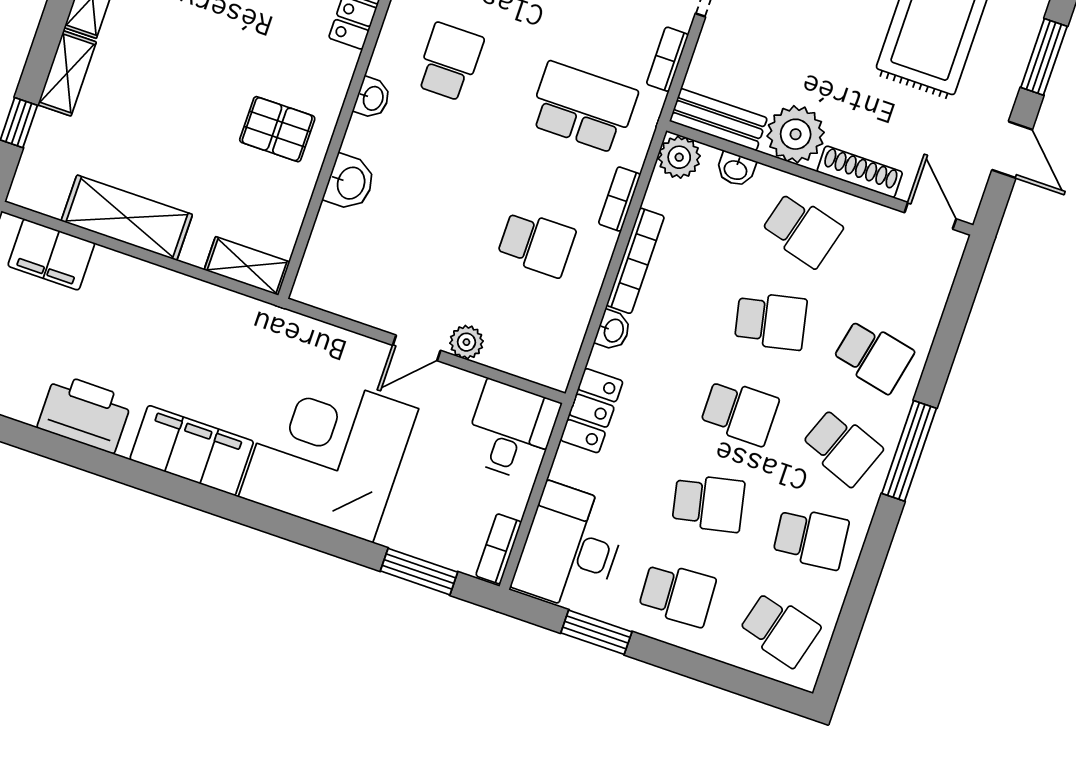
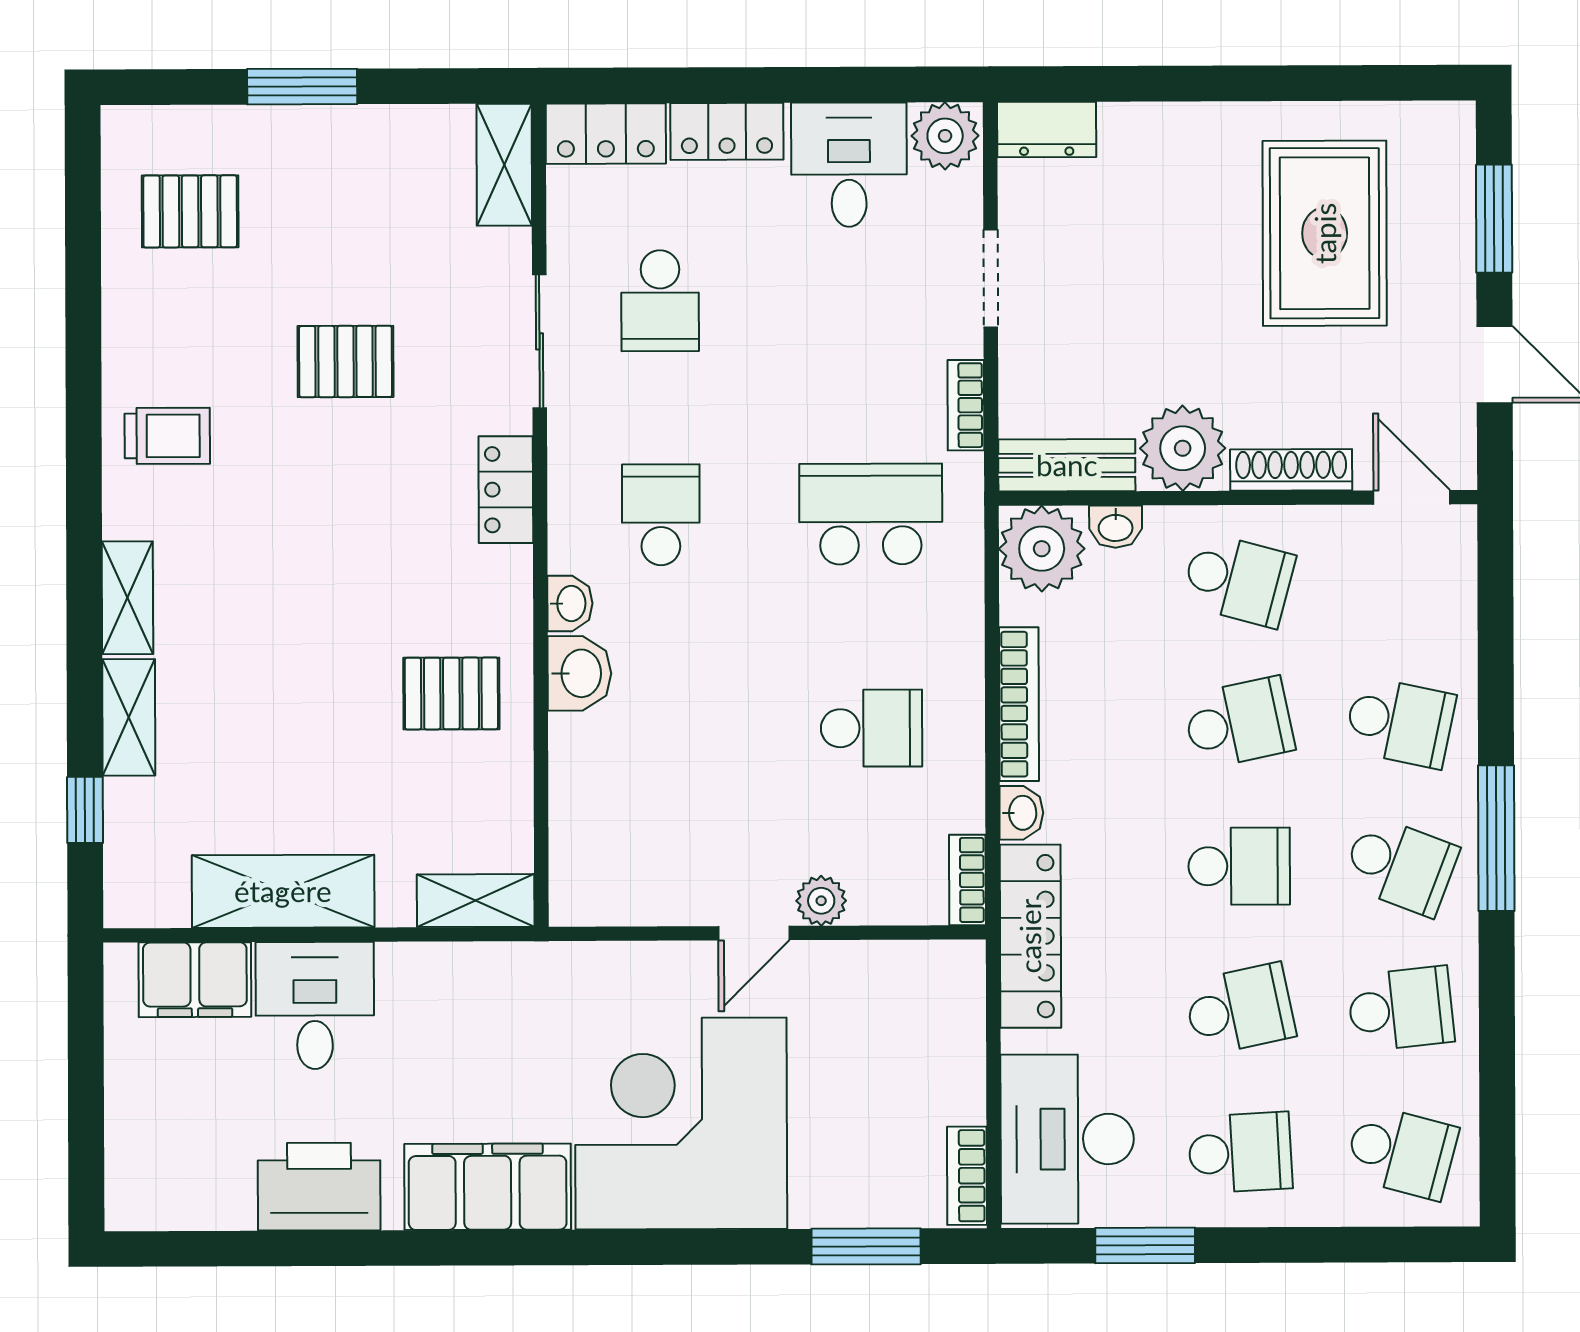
plant: (679, 157) -> (1042, 549), width x1.36, depth x1.36
washbasin: (350, 183) -> (579, 673), moved
bookcase: (619, 199) -> (967, 880), moved
locker: (592, 411) -> (1030, 936), width x1.53
desk: (511, 431) -> (315, 1005), moved

